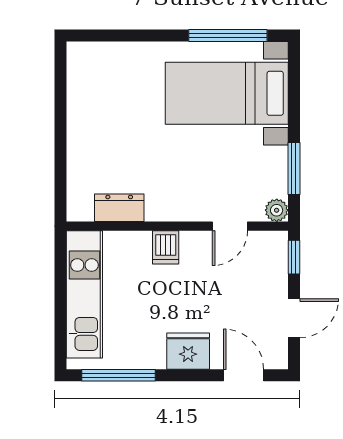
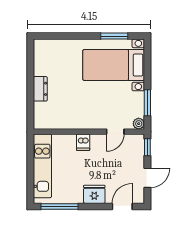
window: (228, 36) -> (114, 36), width x0.69
dresser: (119, 208) -> (40, 89), moved, turned 90
door: (244, 375) -> (122, 206), hinge flipped

